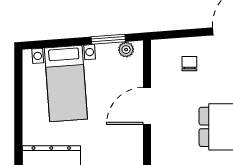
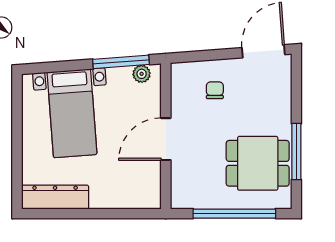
window: (108, 39) -> (121, 62), width x1.44

